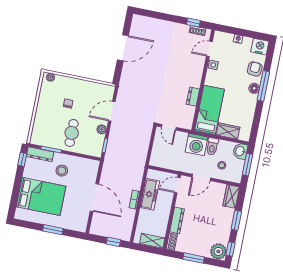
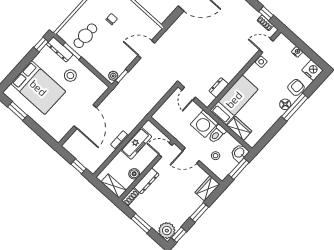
dresser: (193, 97) -> (219, 88), moved
plant: (102, 129) -> (113, 76), moved
cafe table: (72, 133) -> (85, 36), moved
boiler: (163, 221) -> (134, 174), added
window: (53, 230) -> (17, 111), moved

